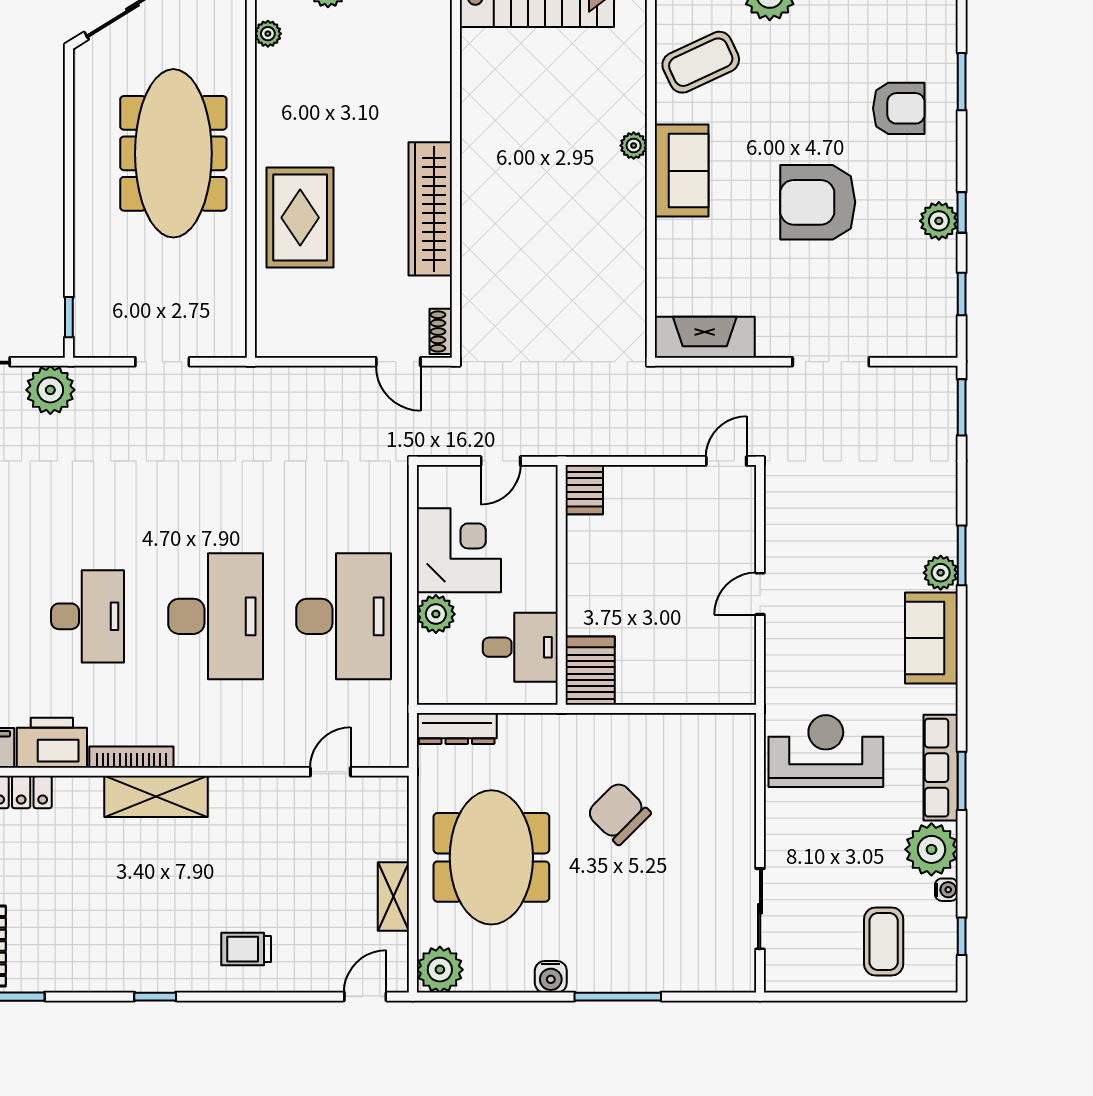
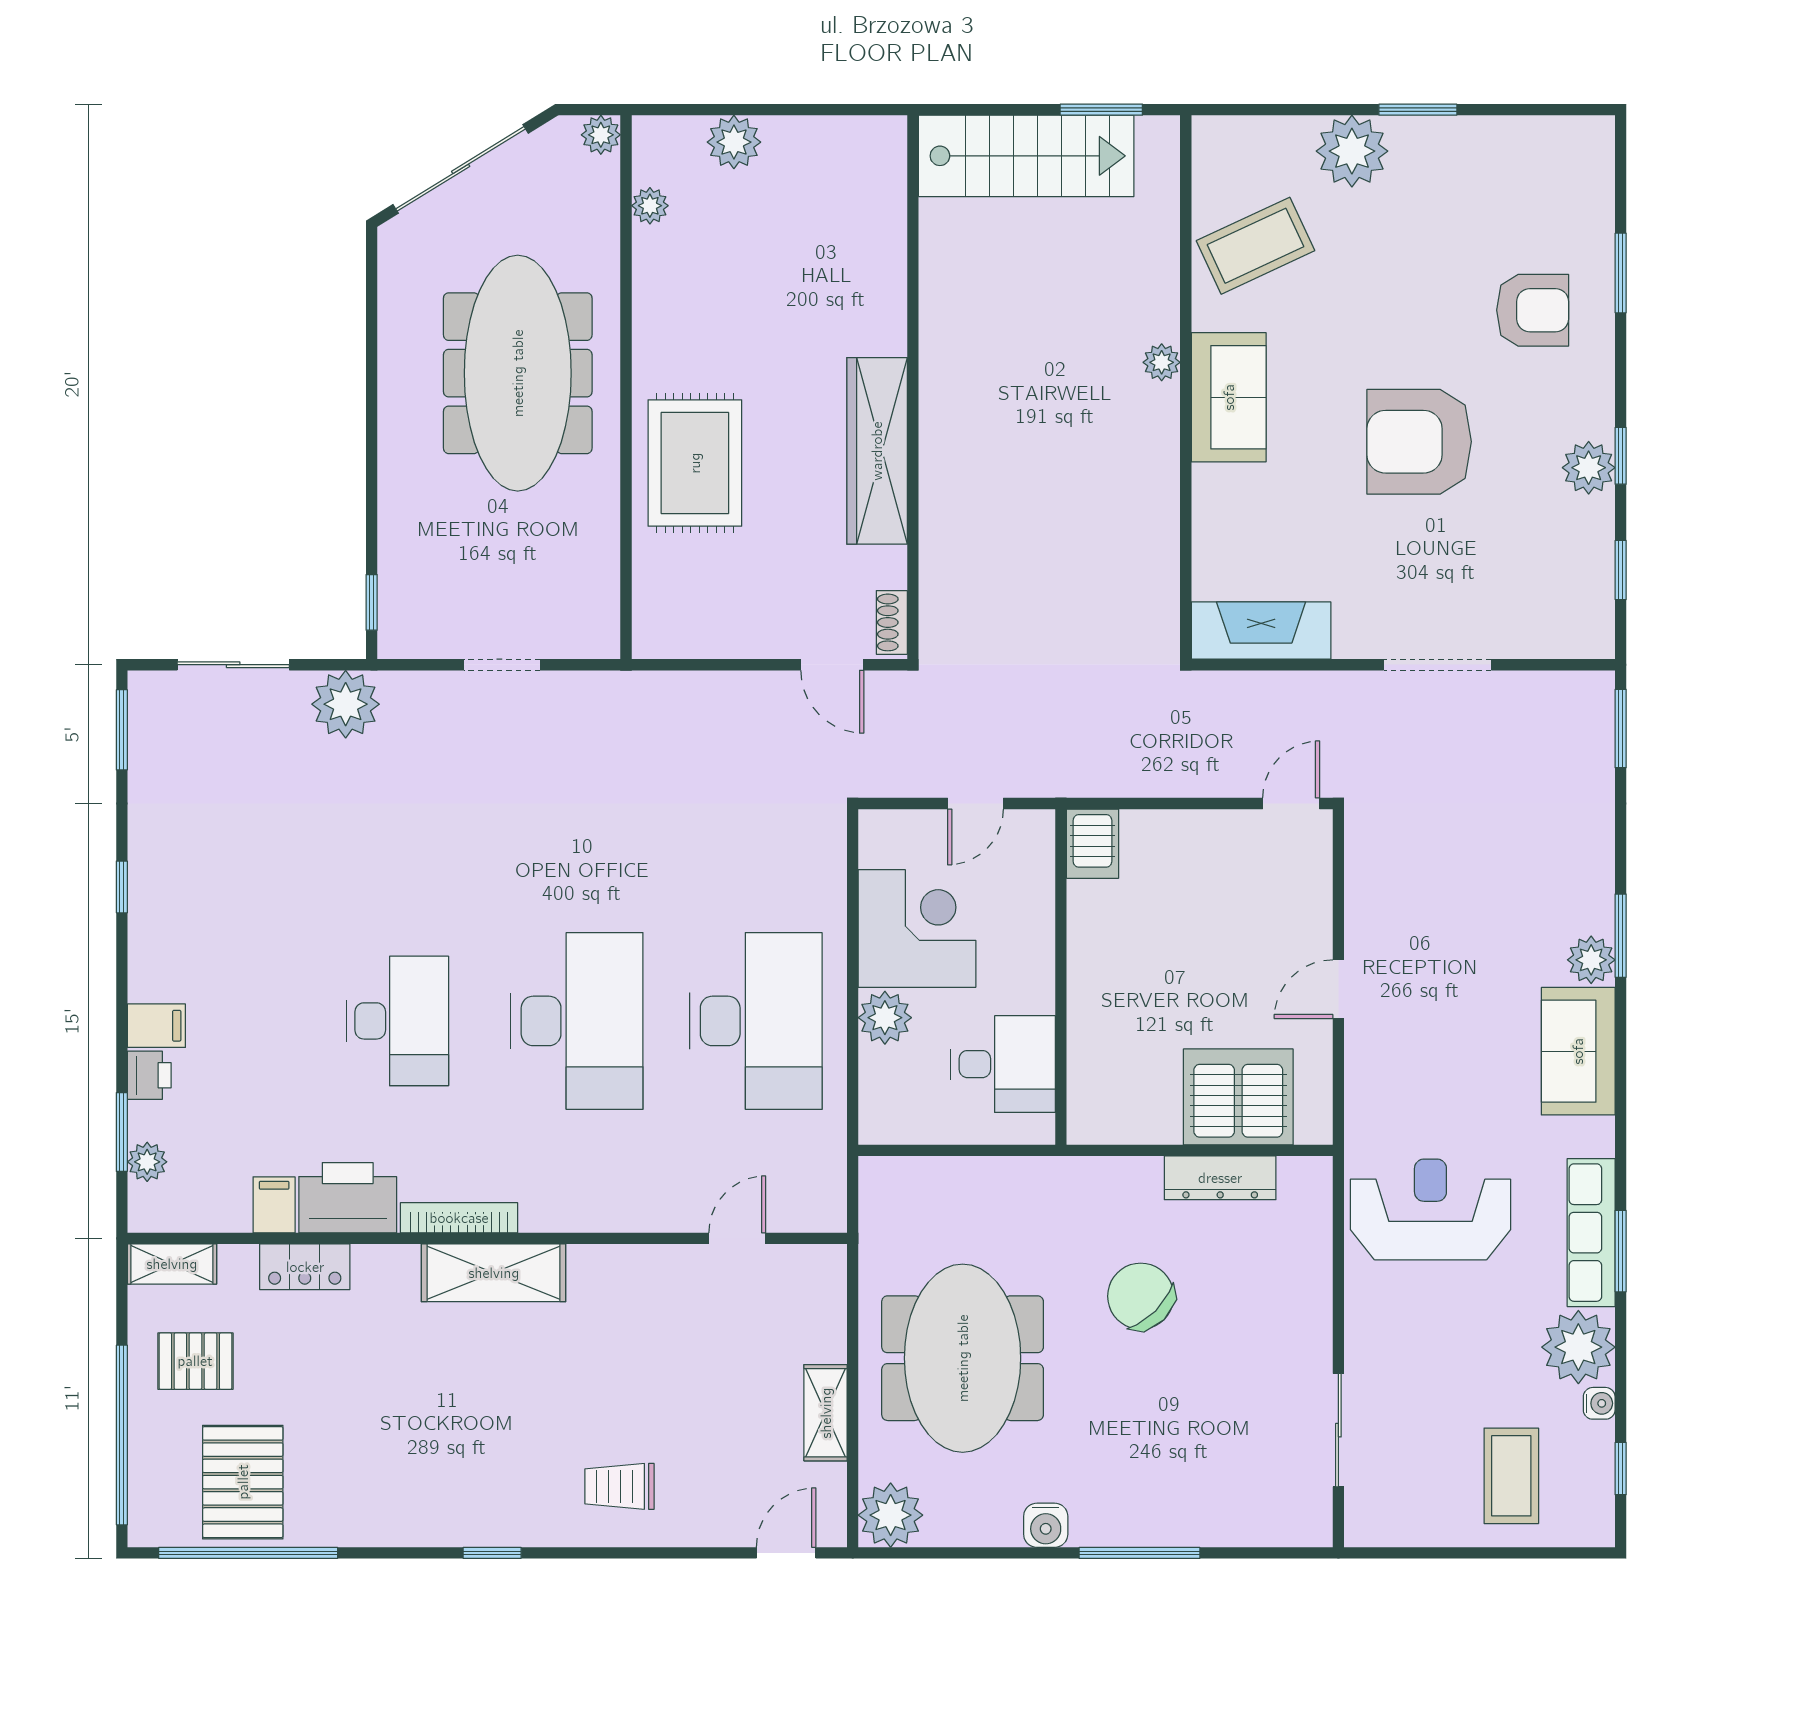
server rack: (590, 671) -> (1238, 1097), moved, width x1.60
dresser: (457, 728) -> (1220, 1178), moved

